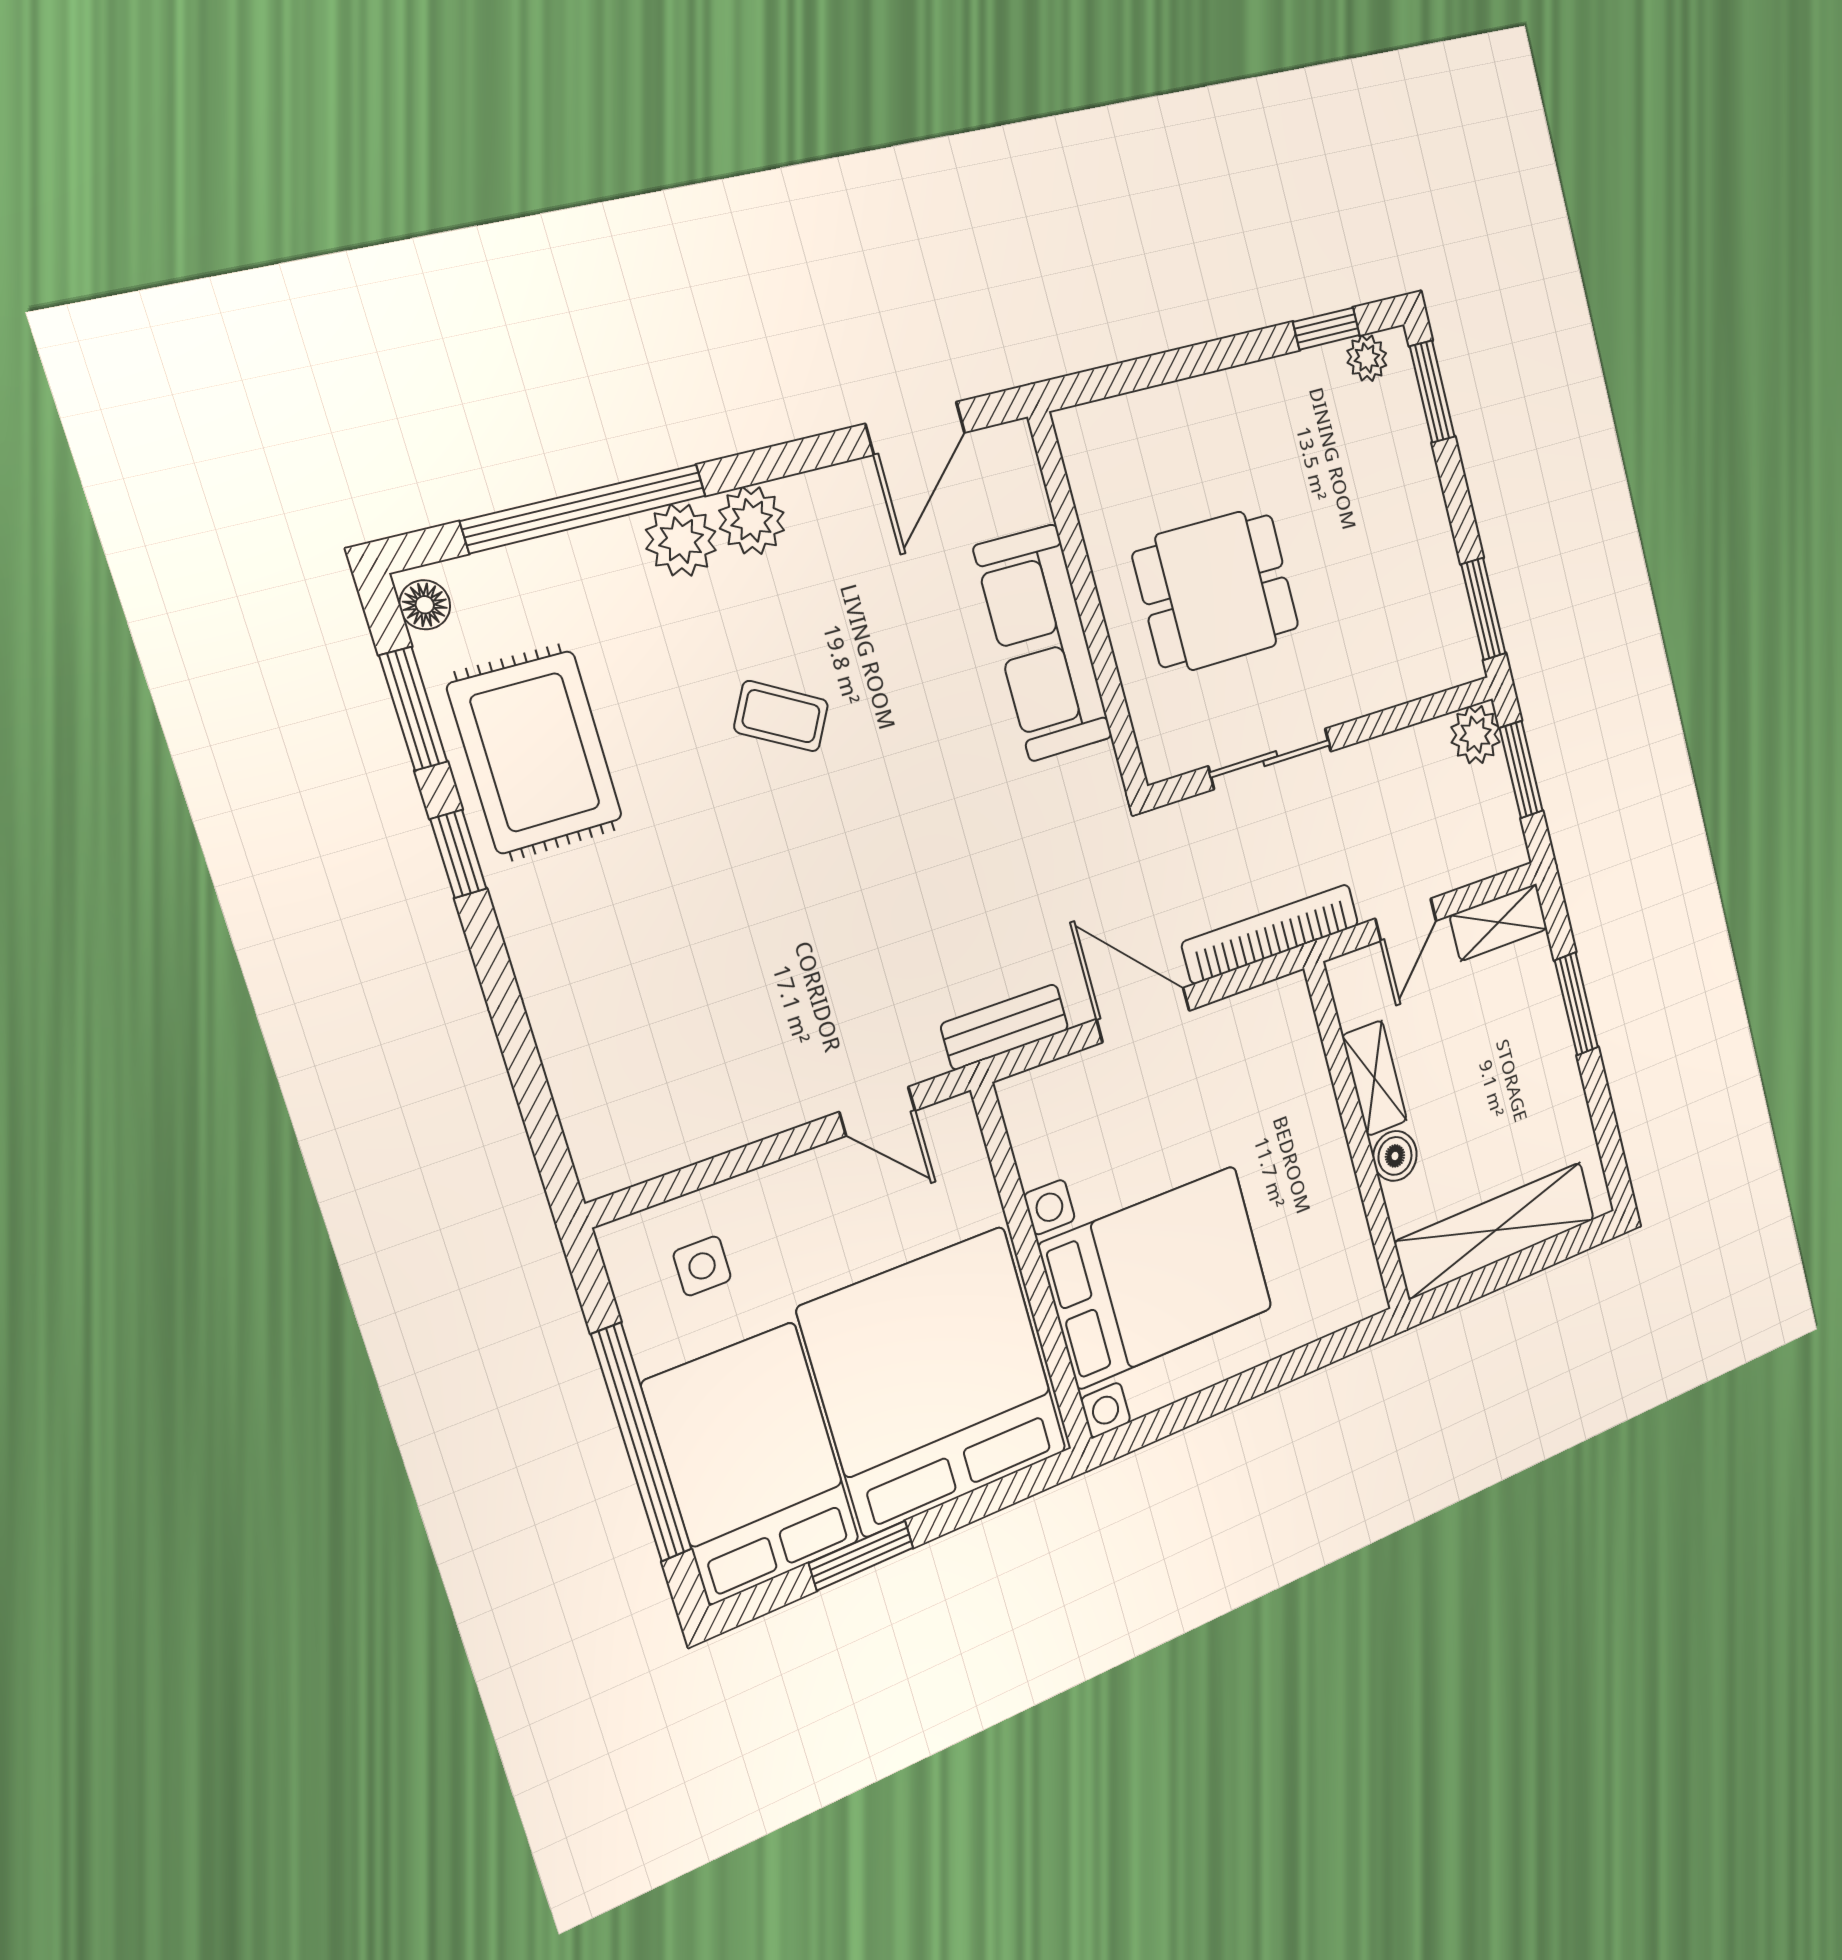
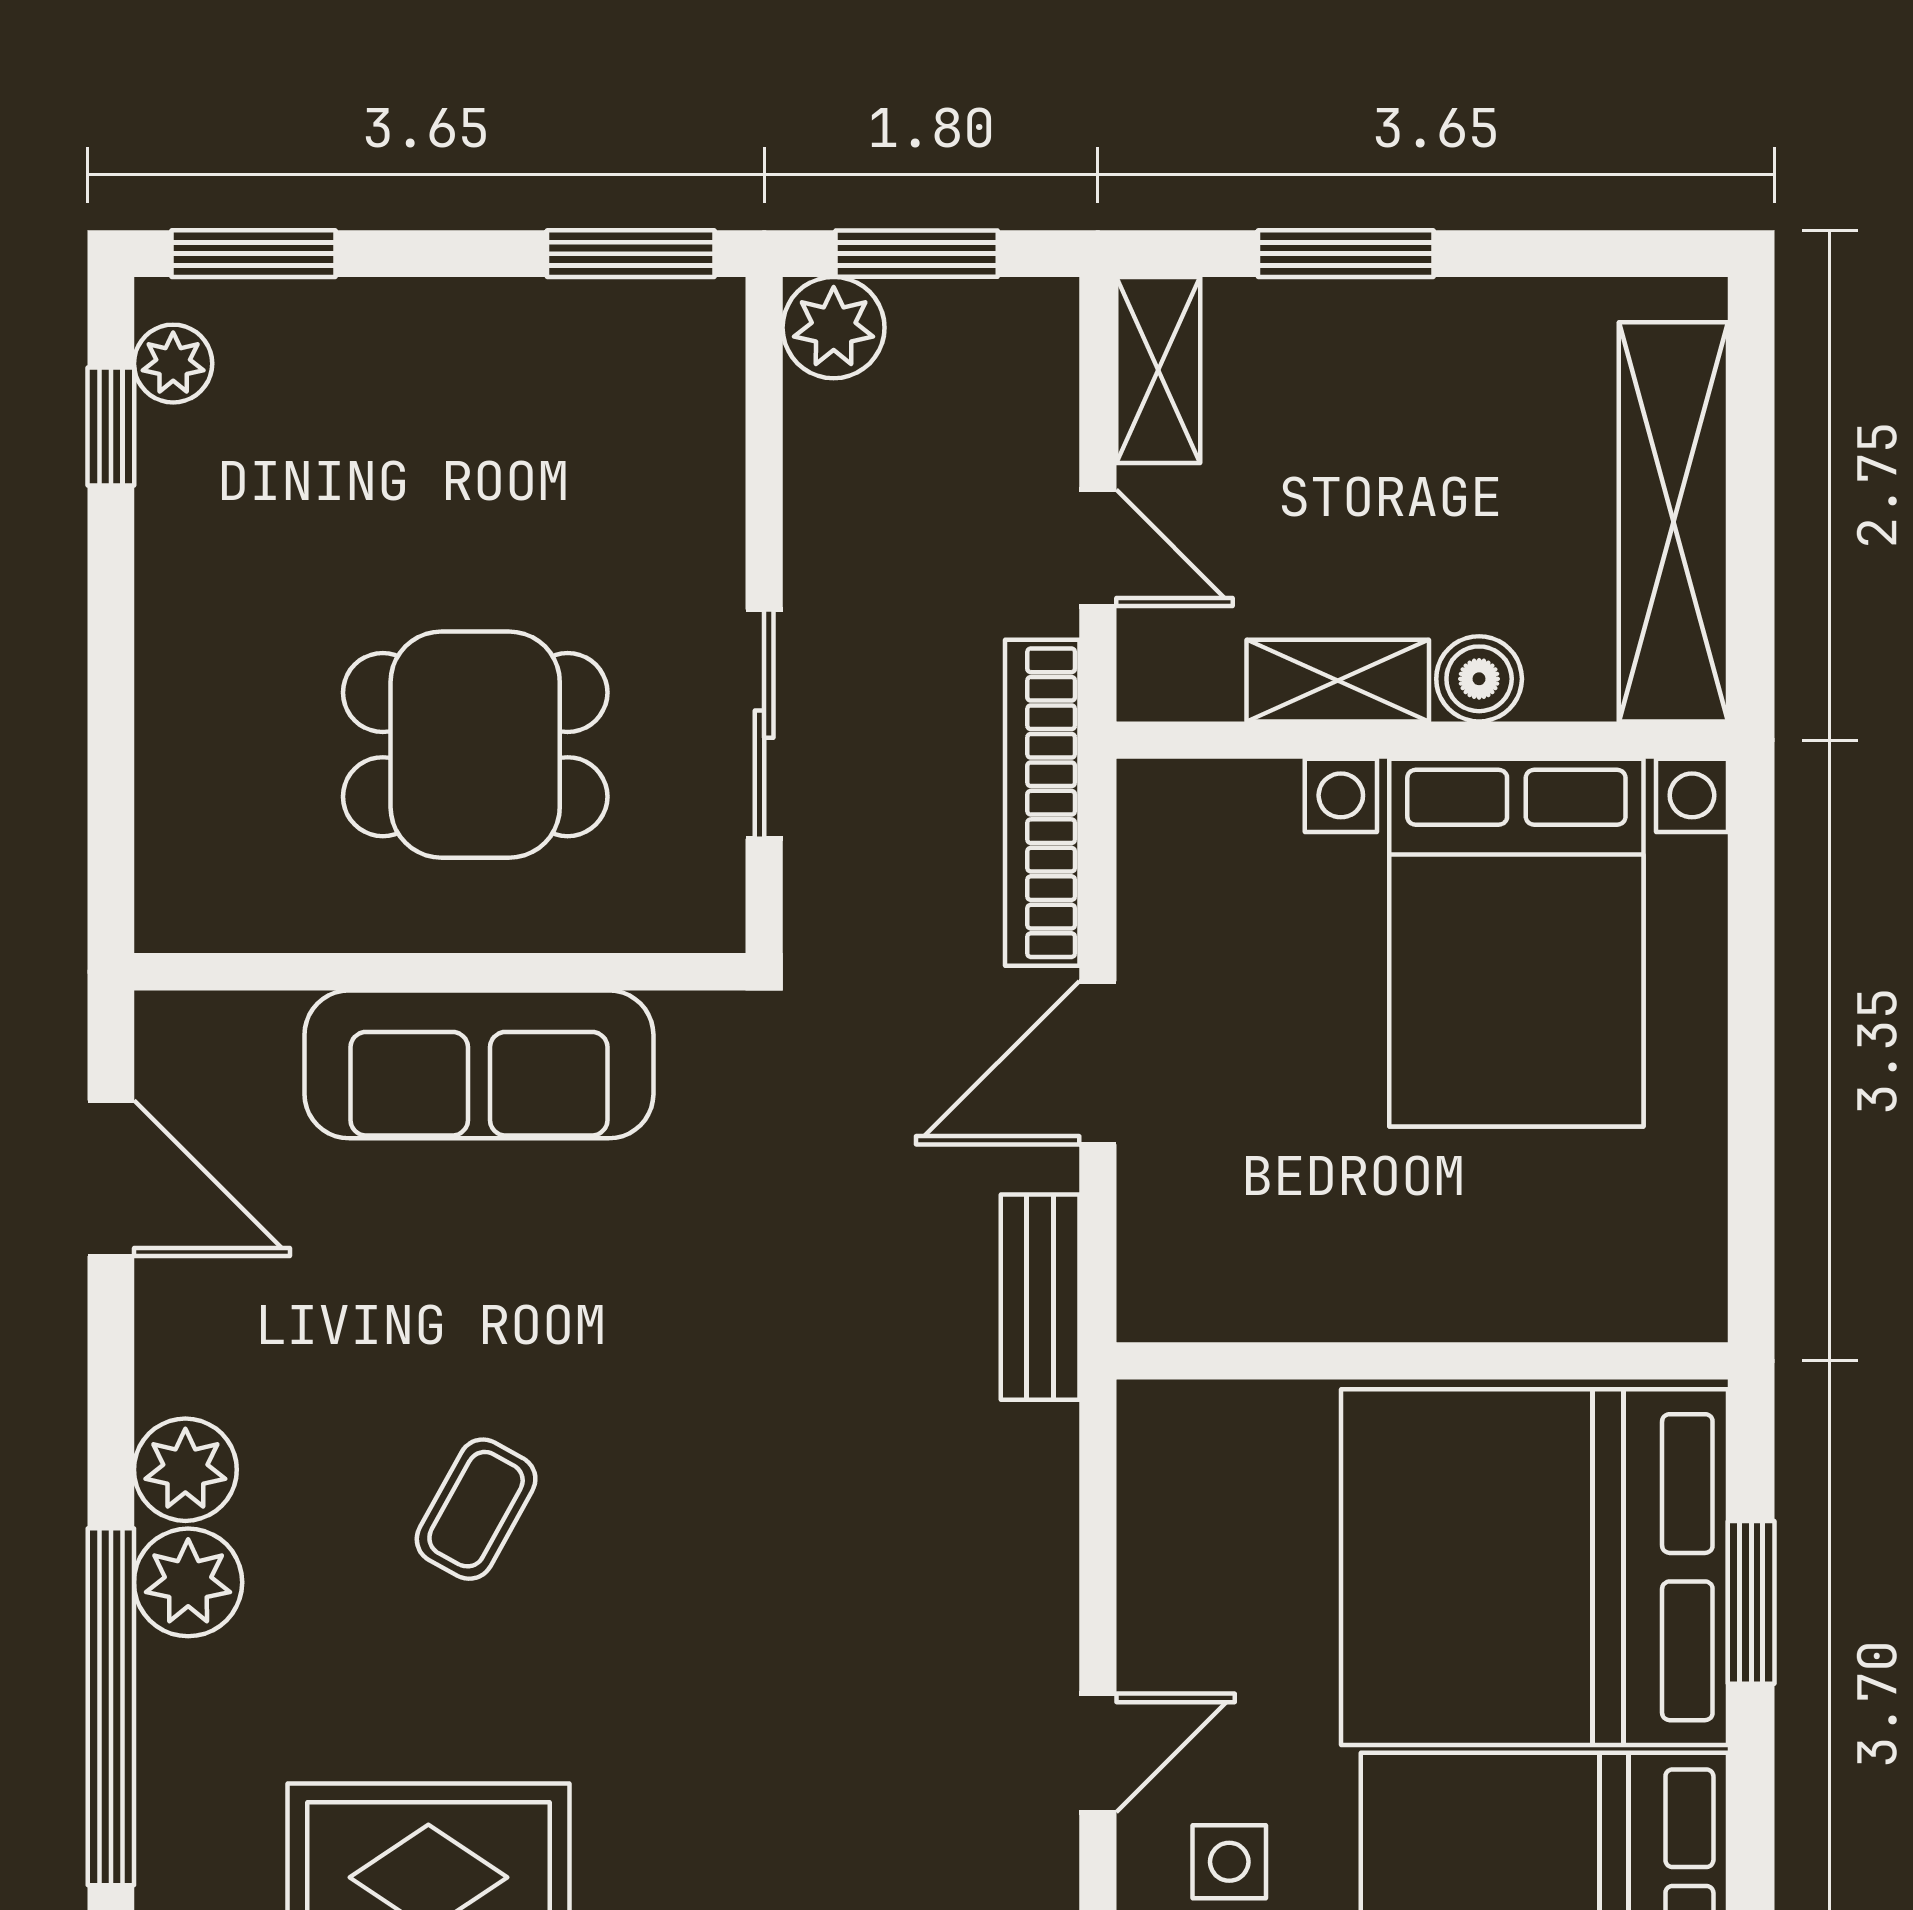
dining table: (1216, 591) -> (475, 745), turned 90
door: (877, 1111) -> (1098, 1753), moved
bed with nightstands: (1157, 1277) -> (1516, 943), moved, turned 180
window: (861, 1555) -> (1751, 1602), moved

